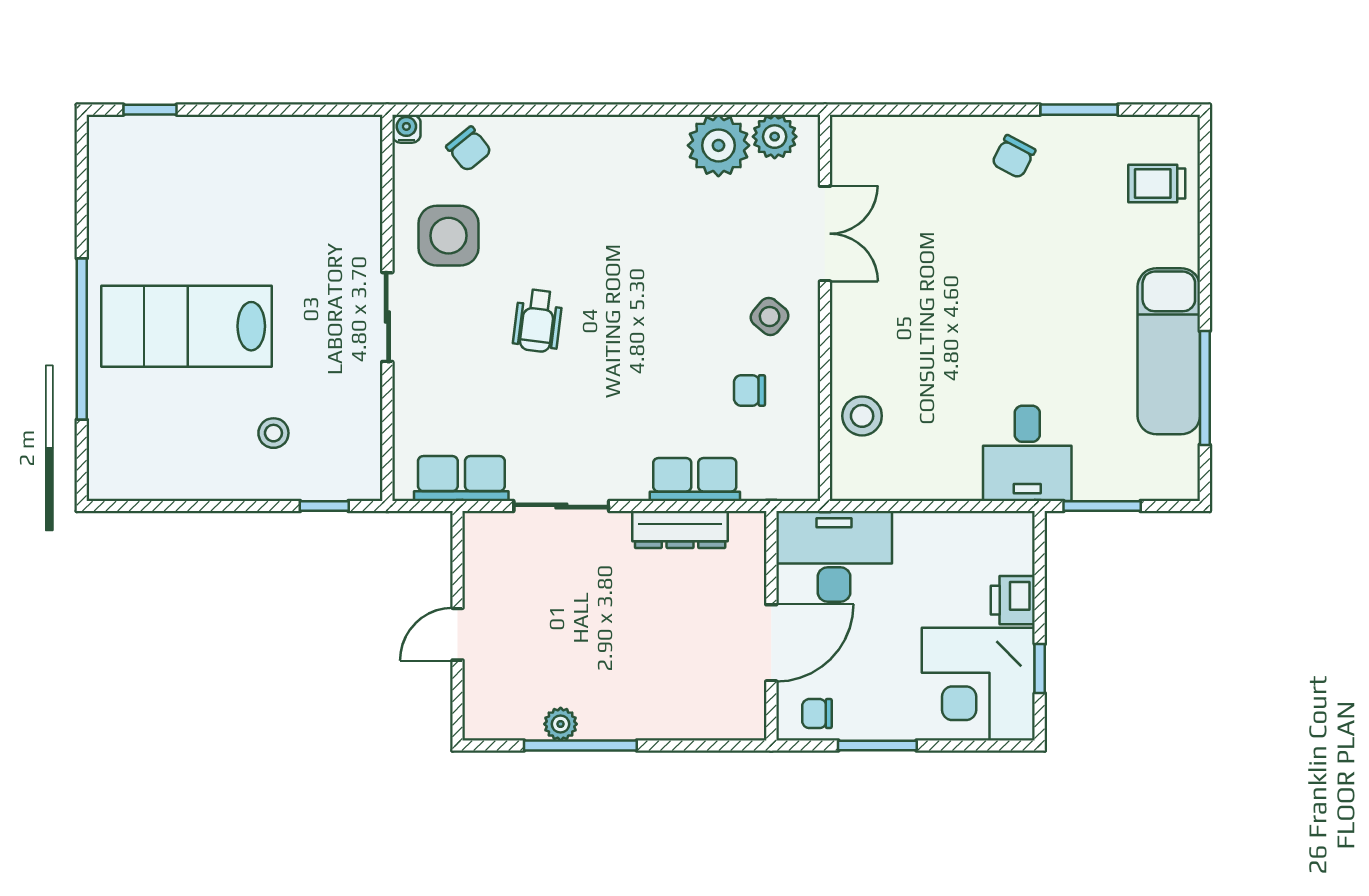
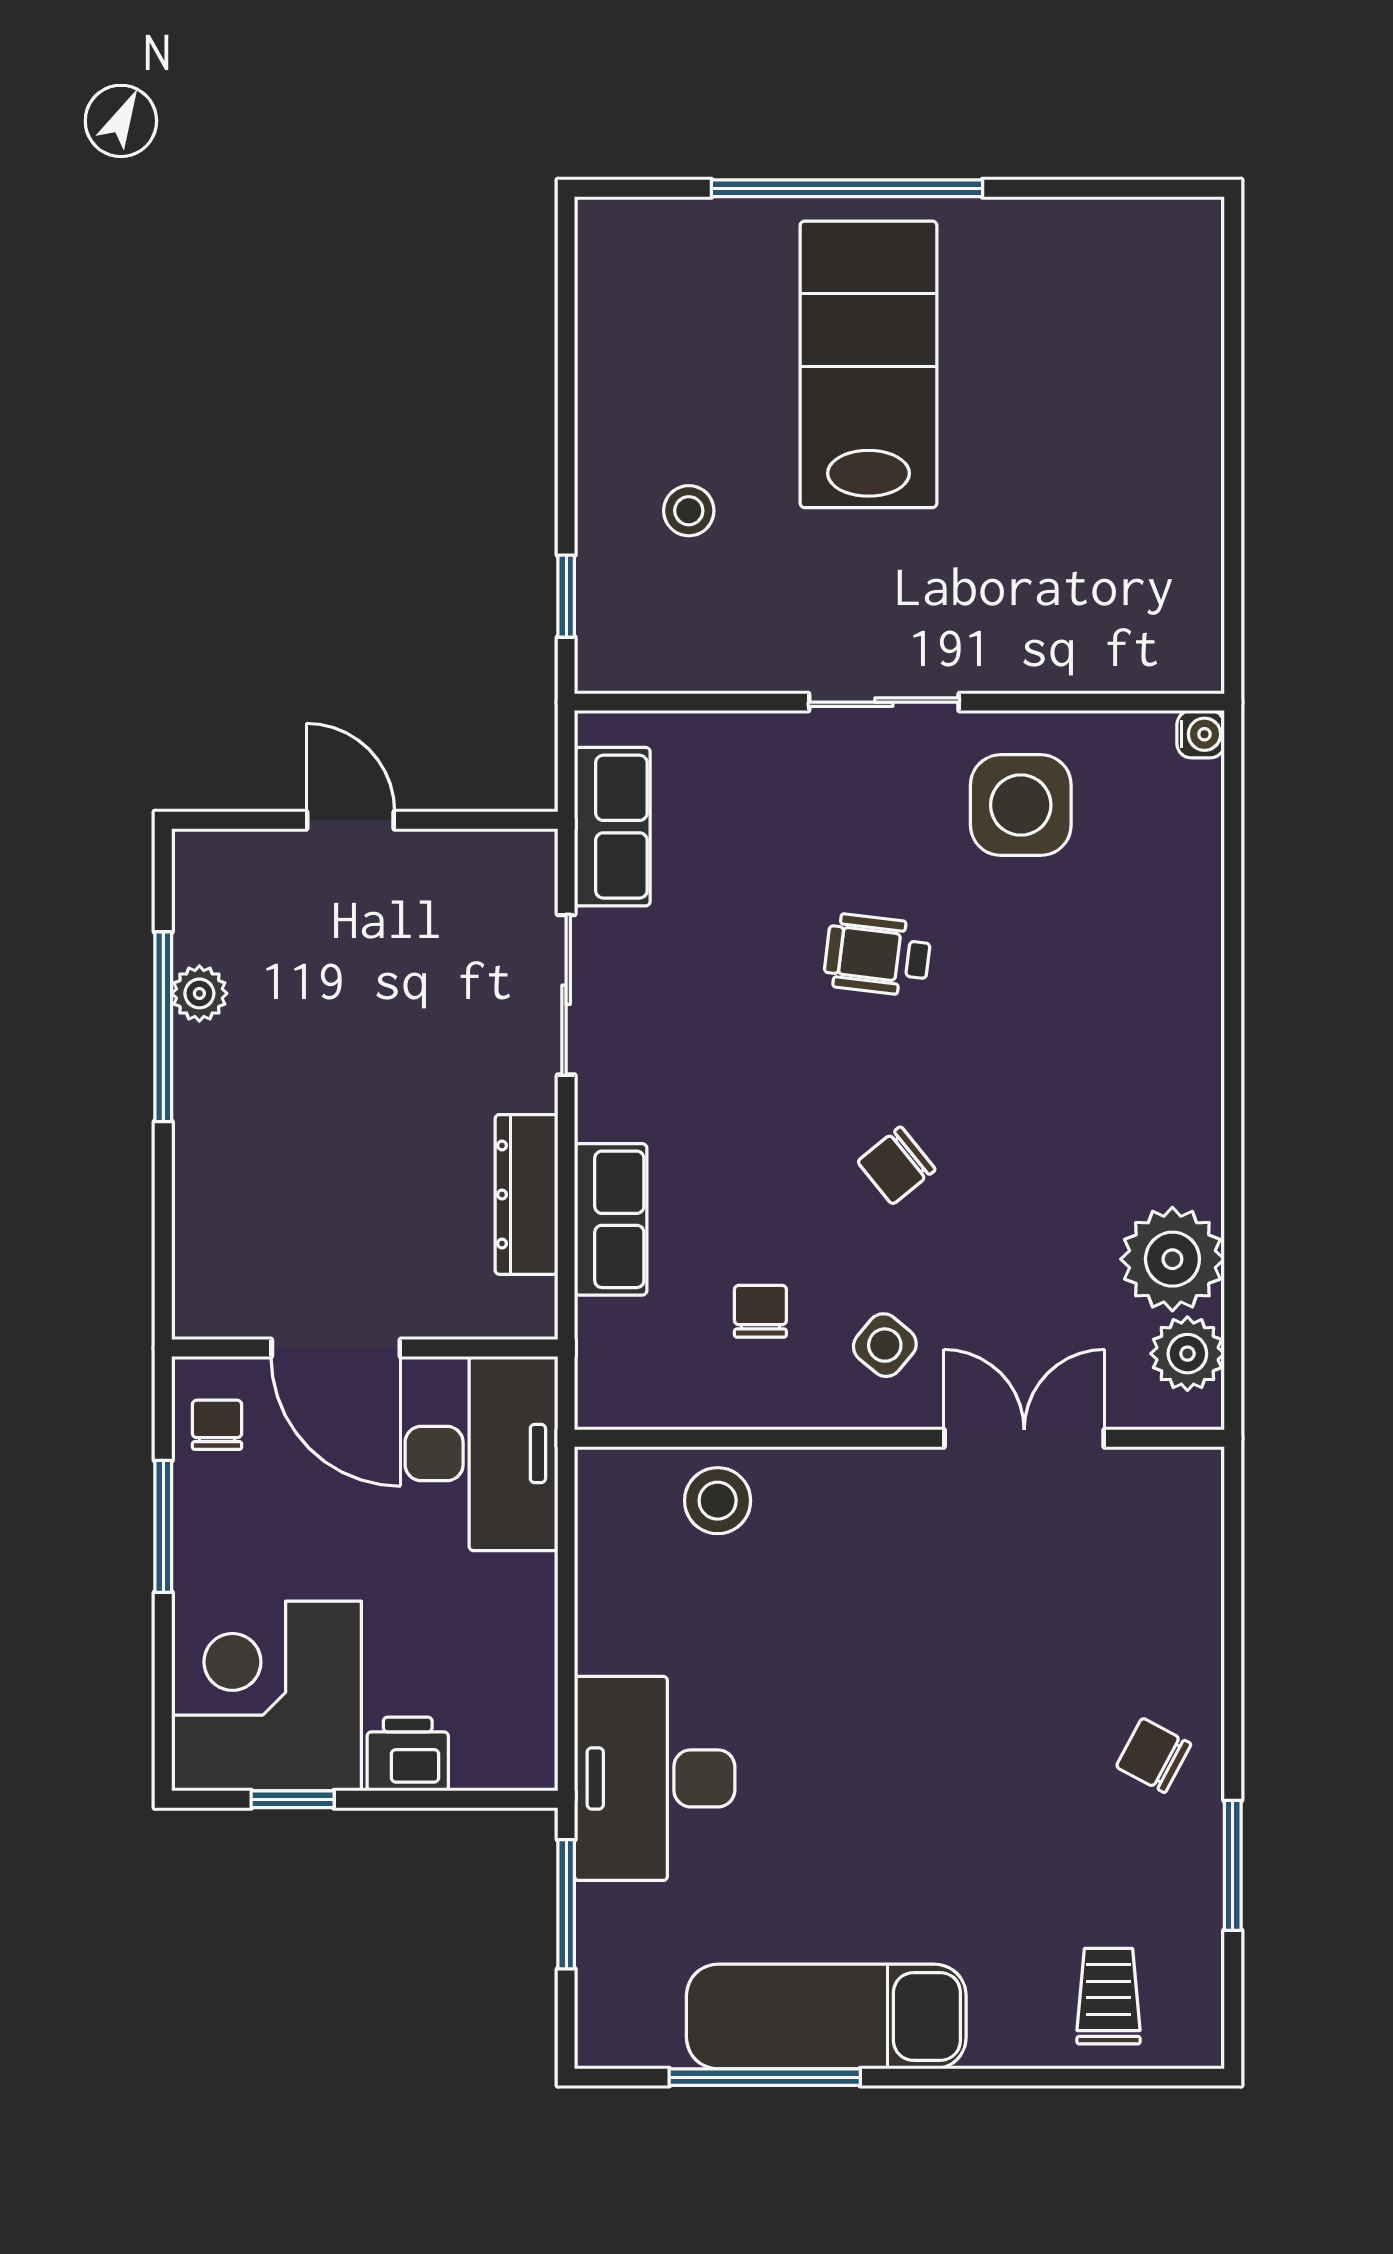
window: (150, 110) -> (1233, 303), removed
chair: (469, 149) -> (896, 1166), moved
double door: (825, 234) -> (1024, 1438), swing flipped
desk: (1027, 453) -> (655, 1778), width x1.37

